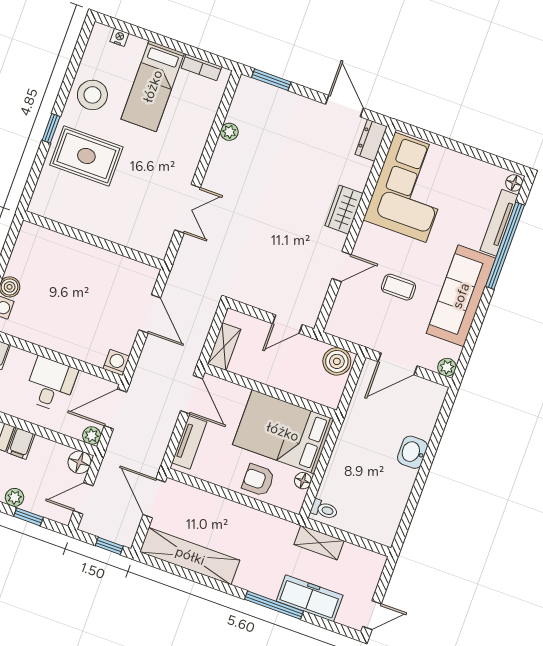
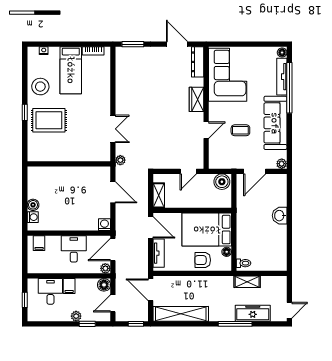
plant: (229, 132) -> (120, 160), moved
dresser: (371, 140) -> (198, 62), width x1.44

